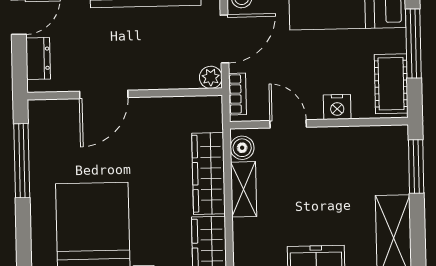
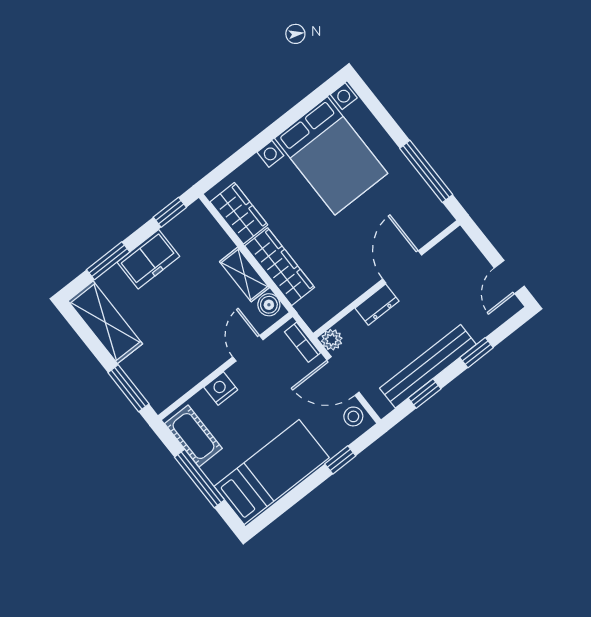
door: (224, 39) -> (343, 376), hinge flipped
dresser: (38, 58) -> (377, 305), moved, turned -90
door: (288, 124) -> (248, 348), swing flipped

